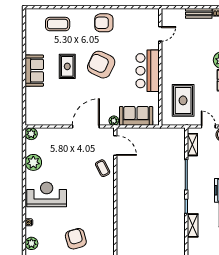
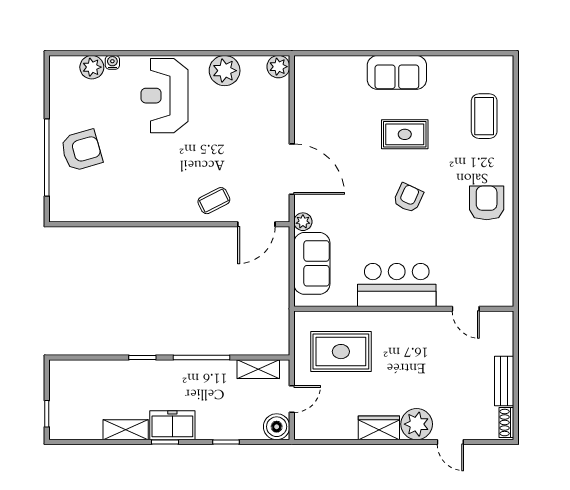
armchair: (101, 65) -> (408, 198), width x0.53, depth x0.53
reception desk: (47, 194) -> (165, 96), turned 180
shelving: (193, 225) -> (106, 369), removed
plant: (31, 243) -> (92, 67), moved

